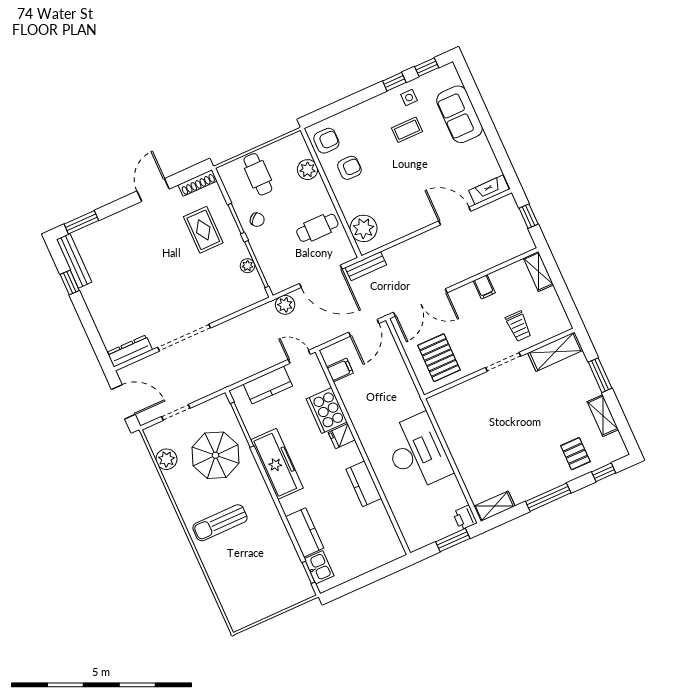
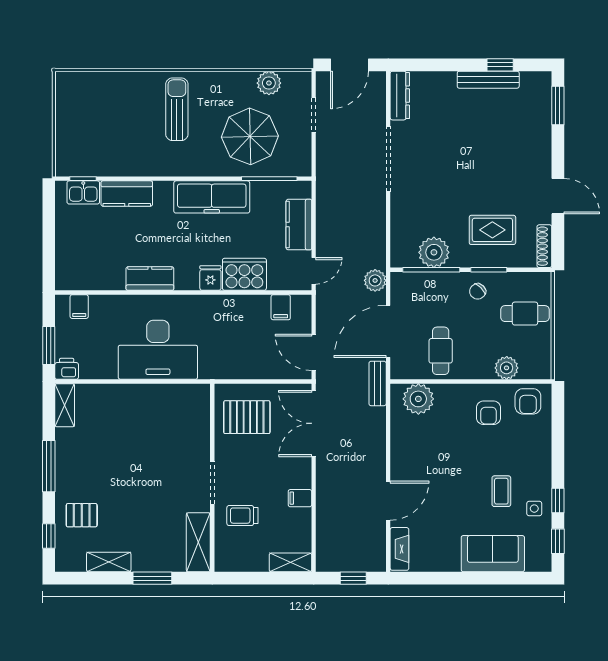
bench: (74, 261) -> (488, 80), moved
plant: (247, 266) -> (434, 252), width x1.87, depth x1.87
filing cabinet: (411, 530) -> (79, 307), added

